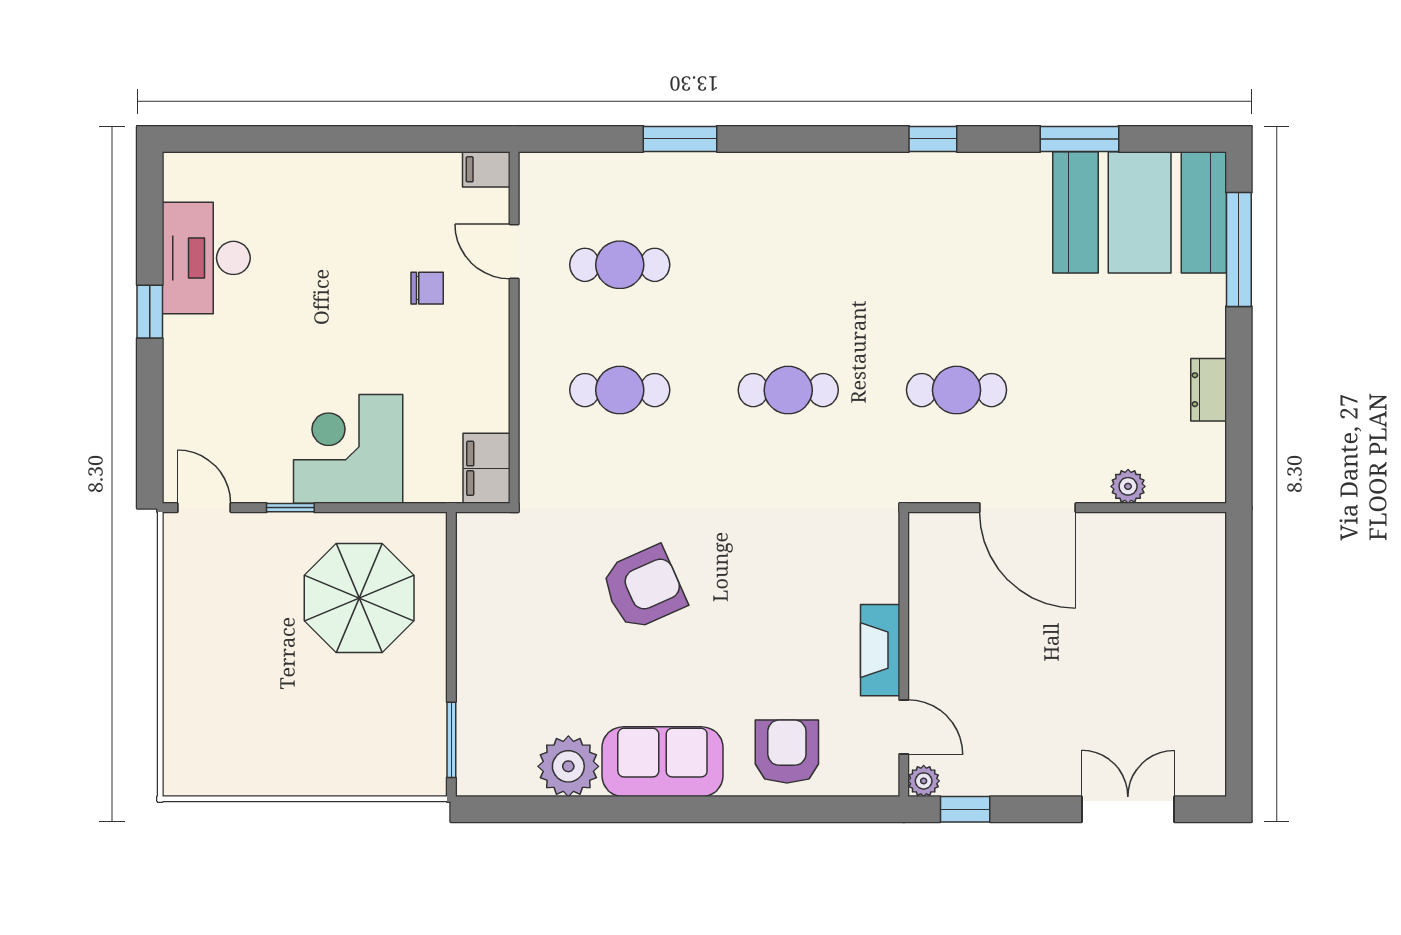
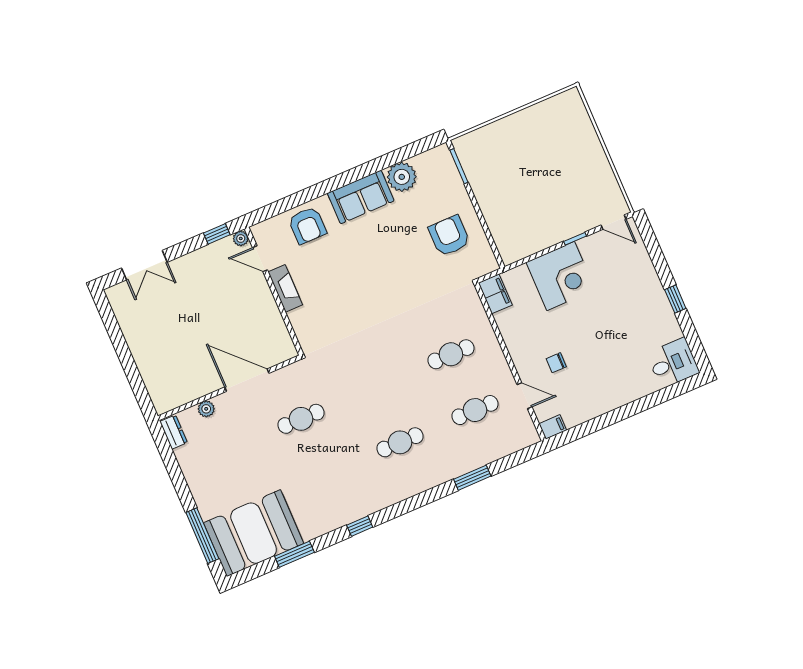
desk: (206, 258) -> (673, 363), moved, width x0.73
cafe table: (788, 390) -> (400, 442), moved
dresser: (1209, 390) -> (174, 432), moved
armchair: (644, 588) -> (449, 236), moved, turned 114
parasol: (359, 598) -> (527, 212), removed

